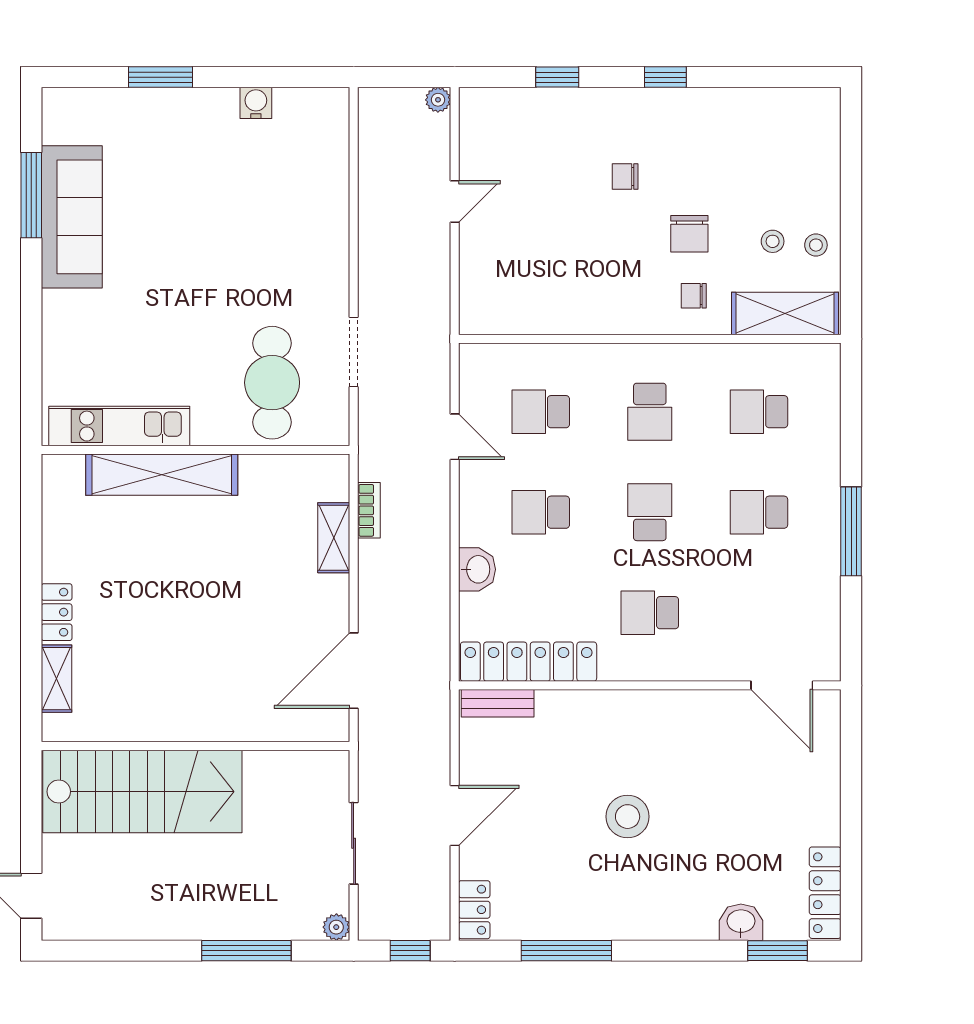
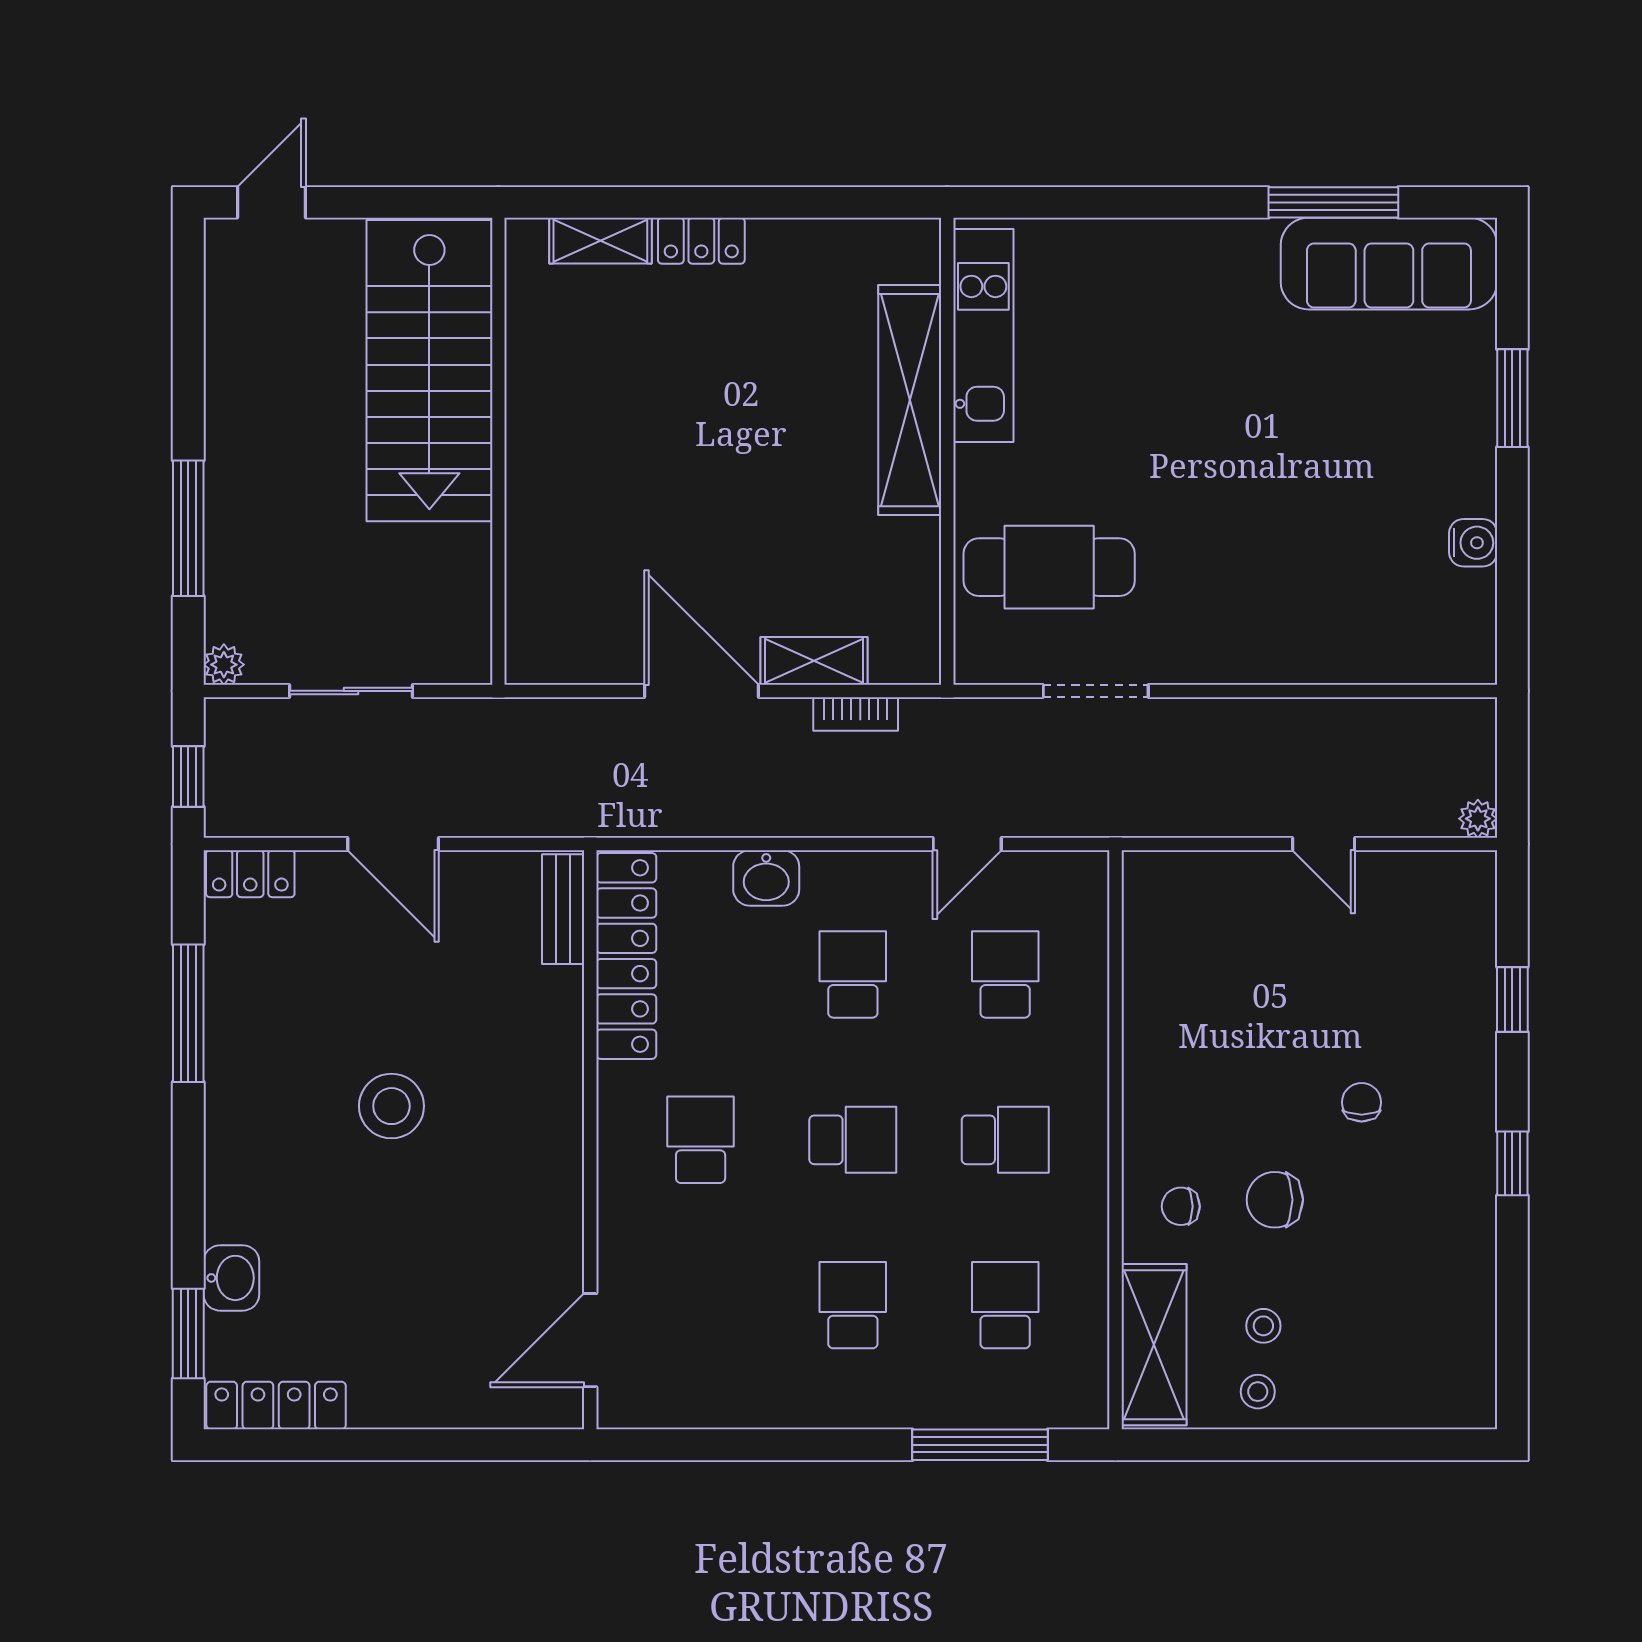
sofa: (72, 217) -> (1389, 264), moved
chair: (694, 296) -> (1181, 1206), turned -90
school desk: (650, 412) -> (1005, 1140), turned 180
window: (851, 531) -> (980, 1445), moved
door: (354, 671) -> (702, 691), moved

